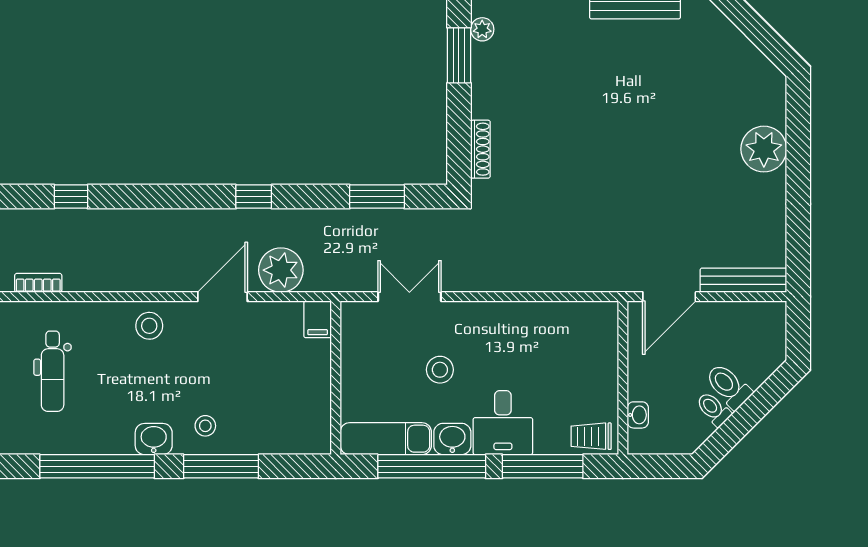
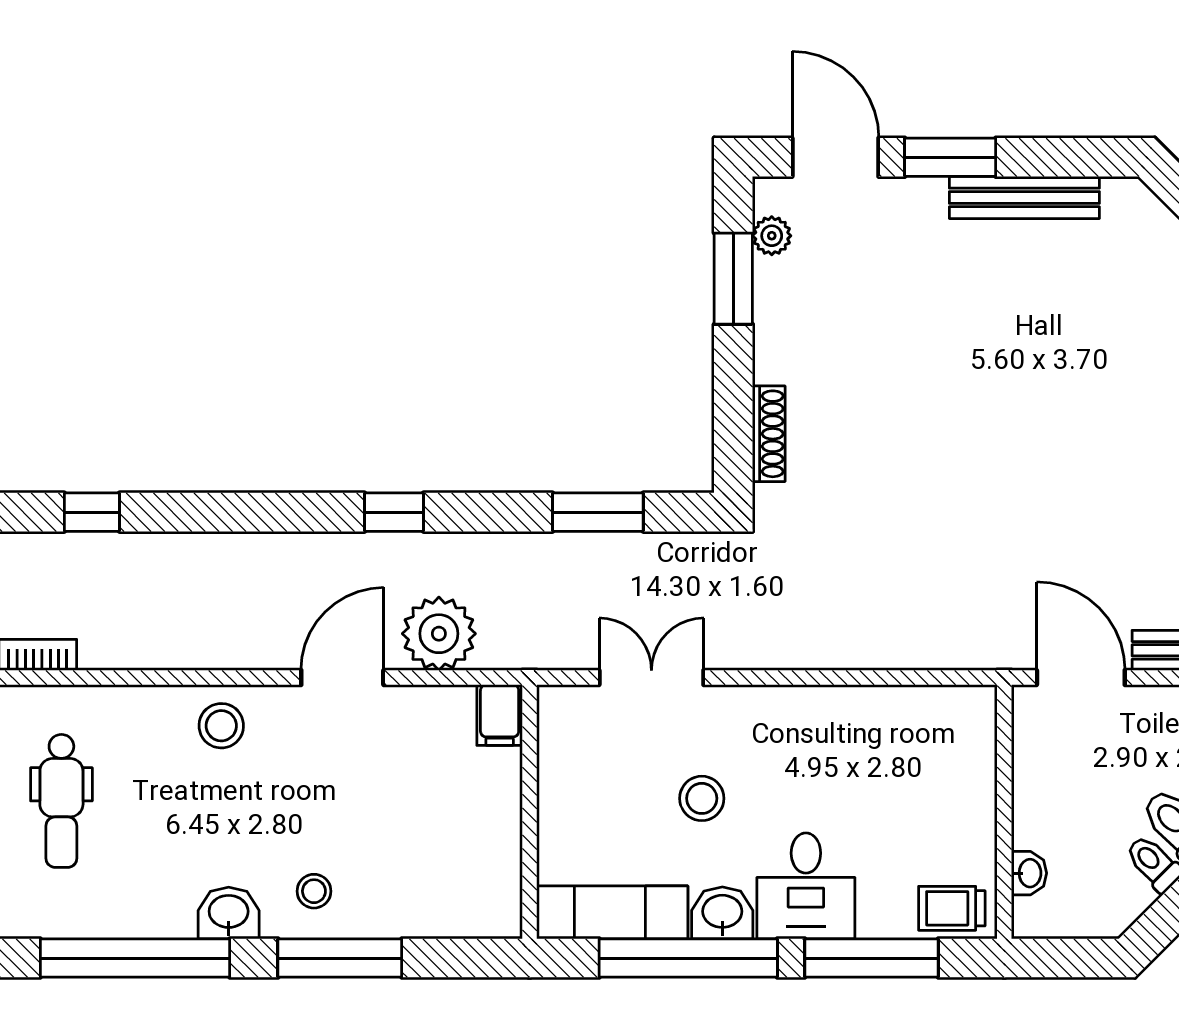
door: (669, 297) -> (1081, 678), swing flipped

